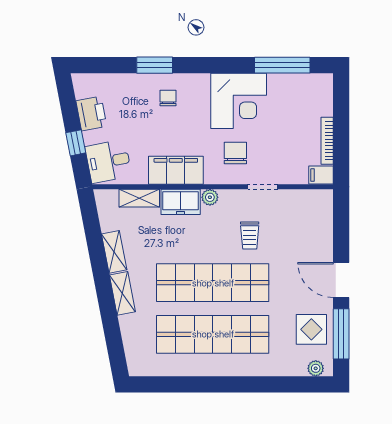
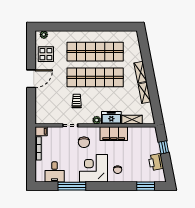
window: (155, 65) -> (146, 186), moved
window: (282, 65) -> (72, 186), moved
corner desk: (239, 101) -> (94, 168), moved
desk: (108, 161) -> (55, 172), moved, turned 101
door: (341, 280) -> (31, 79), hinge flipped
window: (341, 334) -> (31, 52), removed

